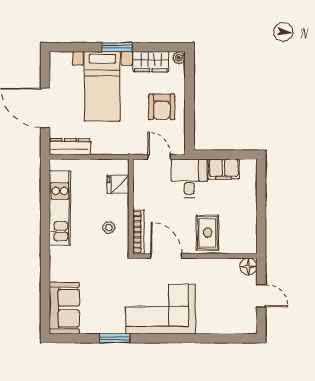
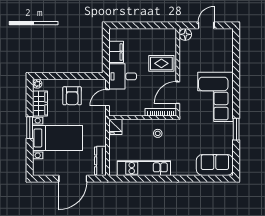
armchair: (162, 107) -> (72, 96), turned 90
fridge: (118, 184) -> (115, 127), moved

